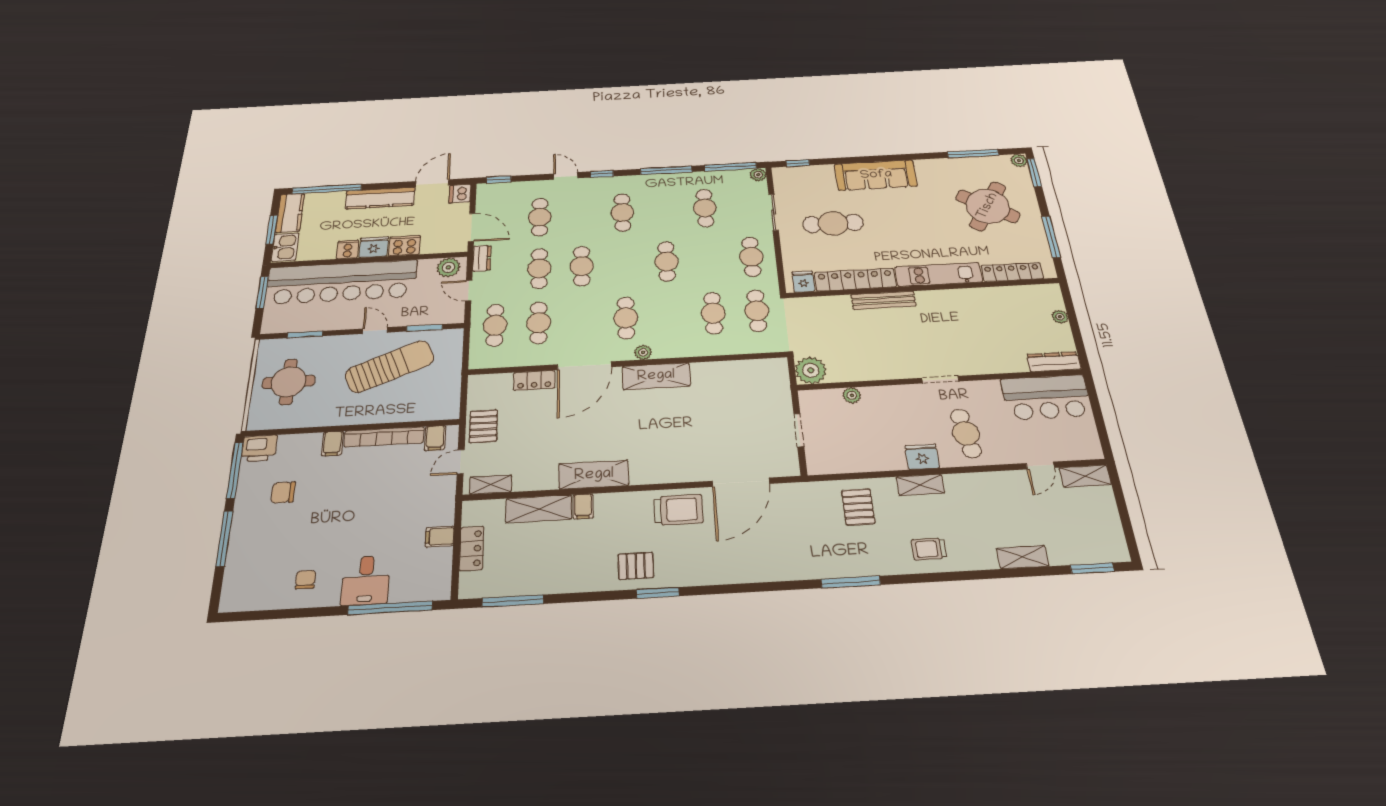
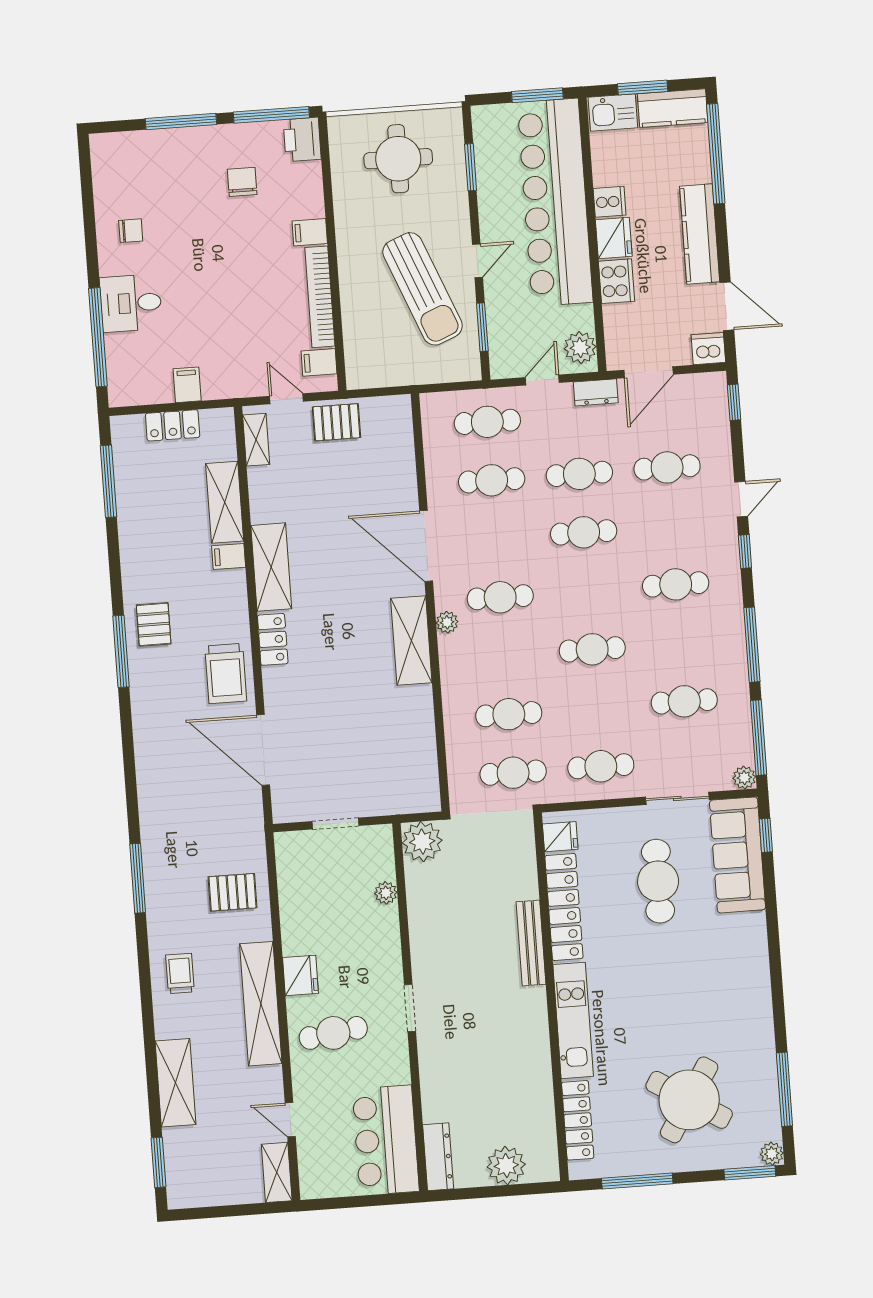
sofa: (876, 175) -> (738, 855), moved
plant: (1060, 317) -> (506, 1166), width x1.87, depth x1.87
locker: (534, 380) -> (273, 639), moved, turned 180
shelving: (920, 485) -> (261, 1004), width x2.20, depth x1.33
shelving: (1023, 557) -> (176, 1083), width x1.50, depth x1.33
window: (658, 593) -> (121, 651), width x1.44

